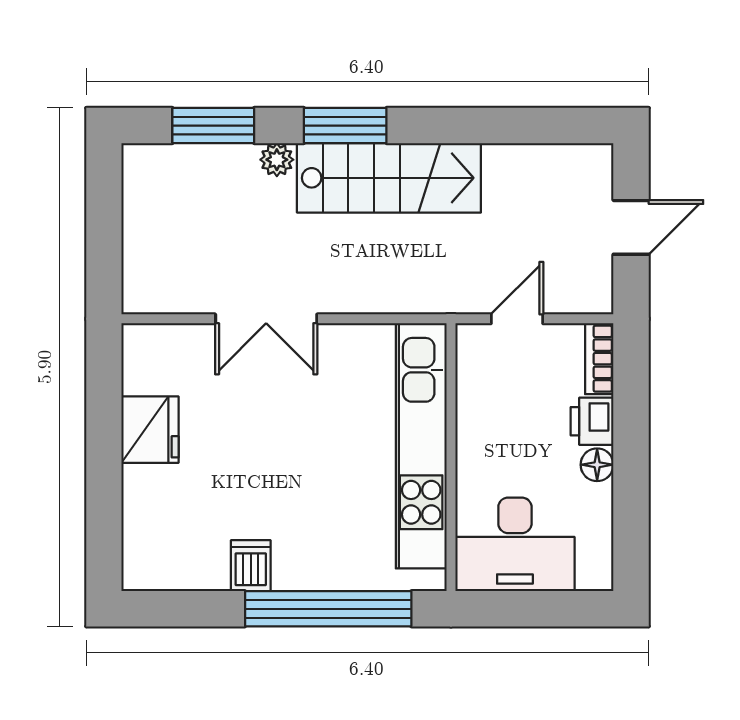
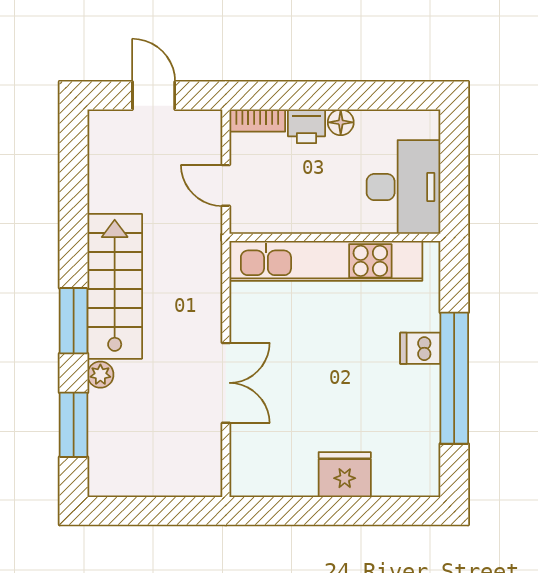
fridge: (150, 430) -> (345, 475), moved
dishwasher: (251, 566) -> (420, 348), moved
window: (328, 609) -> (454, 378), moved

